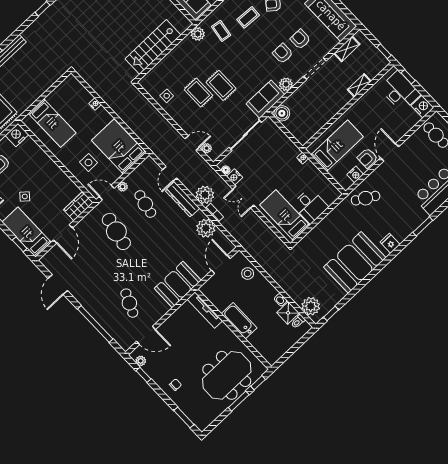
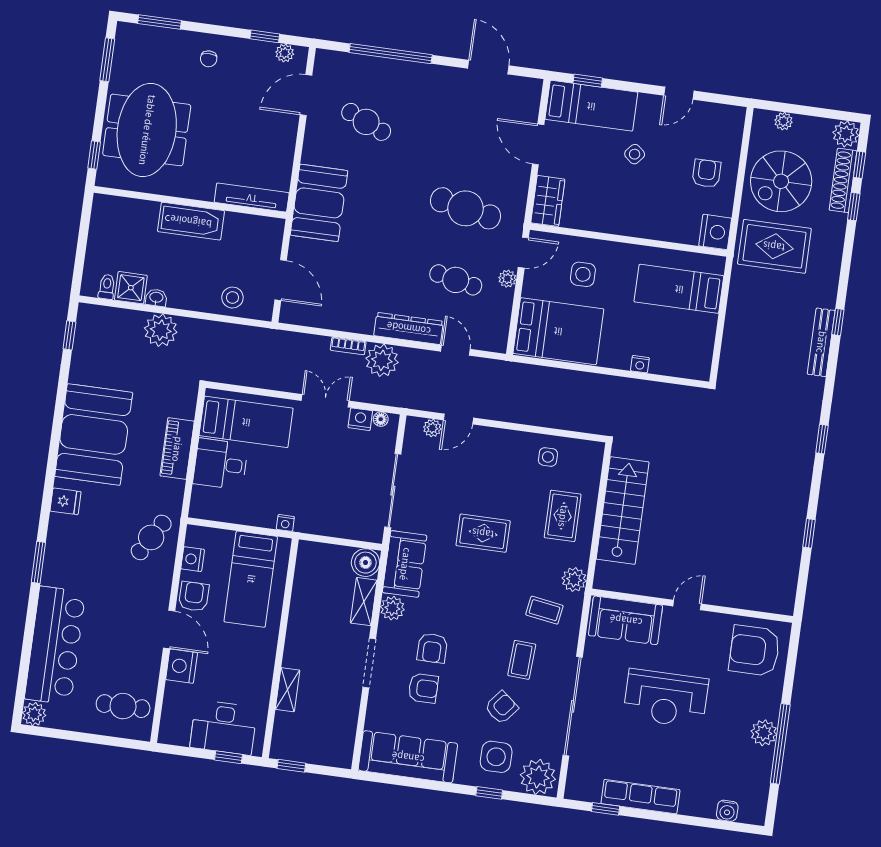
shelving: (347, 49) -> (364, 602), moved
armchair: (283, 53) -> (432, 648), turned 90
rug: (198, 93) -> (563, 516), moved, turned 90
nightstand: (422, 107) -> (182, 666), moved, turned 90
plant: (206, 228) -> (343, 314), removed
piano: (324, 228) -> (177, 449), added
plant: (311, 306) -> (161, 330), moved
window: (239, 401) -> (107, 60), moved

